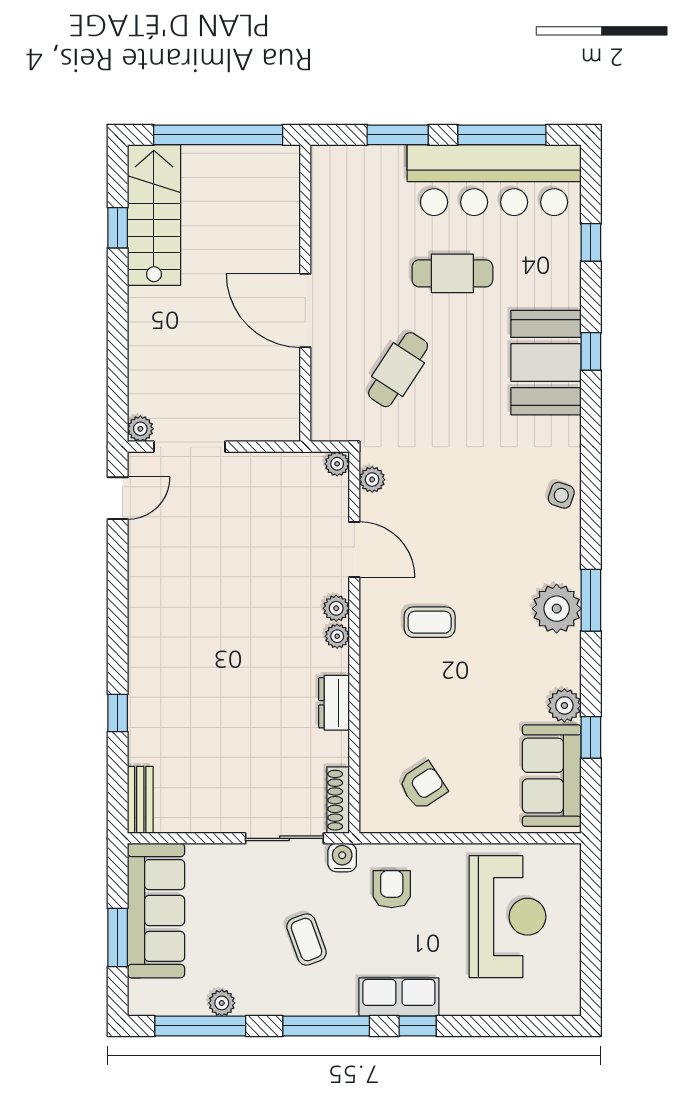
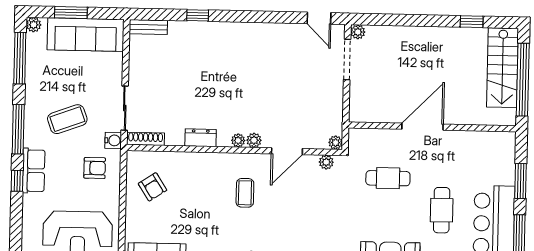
stairs: (154, 215) -> (503, 68), moved, turned 90
cafe table: (398, 370) -> (388, 178), turned -33
coffee table: (306, 939) -> (67, 119), width x1.36, depth x1.30
plant: (222, 1003) -> (34, 25), moved

